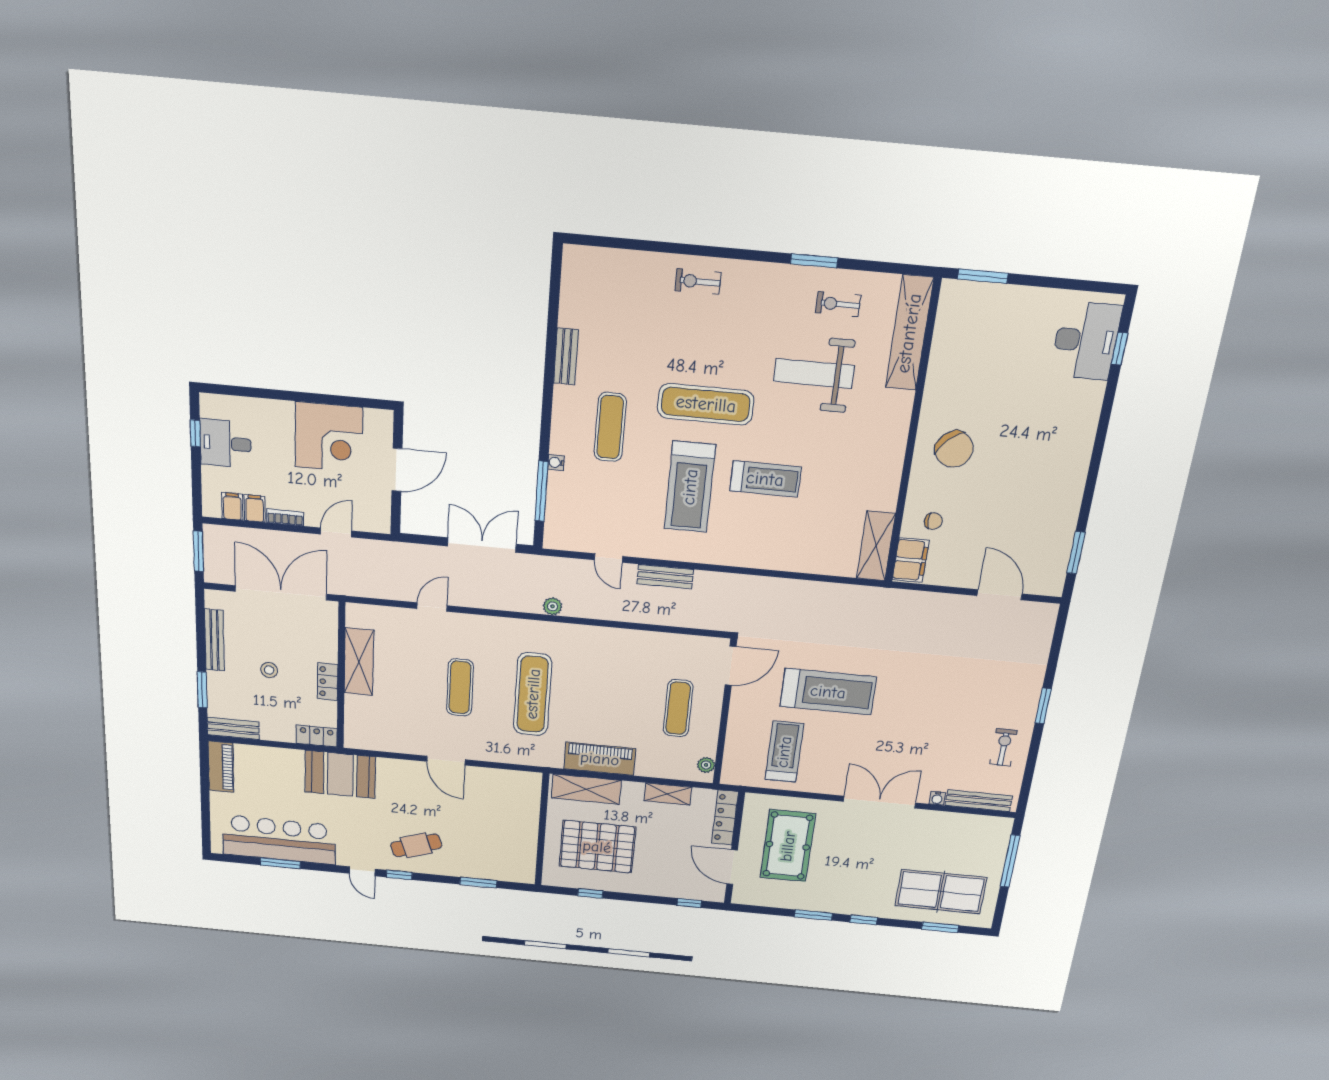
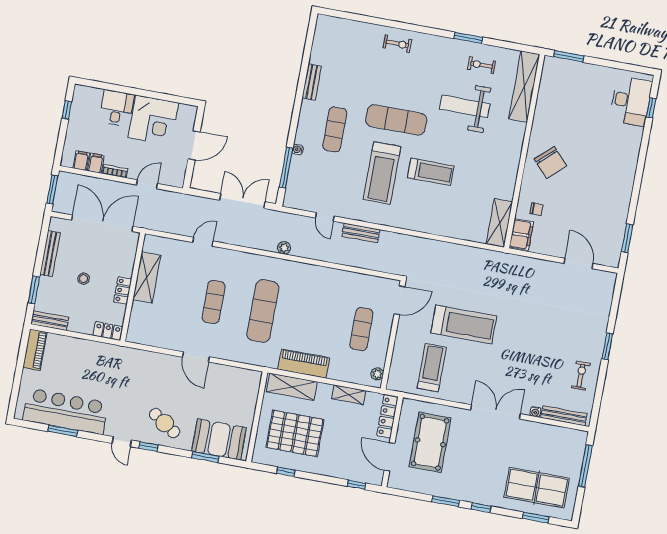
exercise bike: (698, 281) -> (397, 44), turned 180
desk: (226, 443) -> (117, 108), moved, turned 90
booth: (340, 774) -> (219, 439), moved
cafe table: (416, 845) -> (165, 423), turned 53

